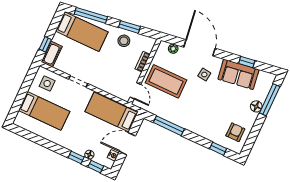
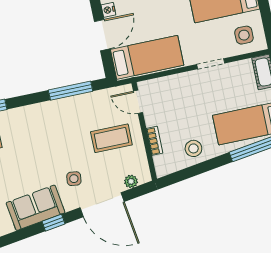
window: (129, 27) -> (199, 169), removed
window: (247, 62) -> (53, 223), moved
coffee table: (166, 81) -> (111, 138), width x0.73, depth x0.76

